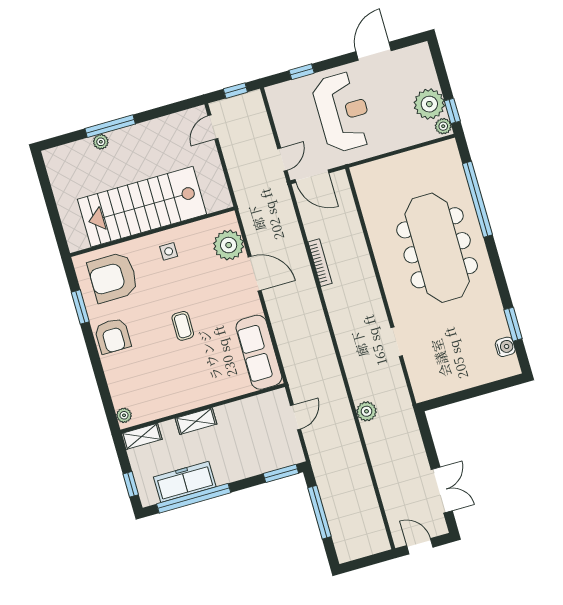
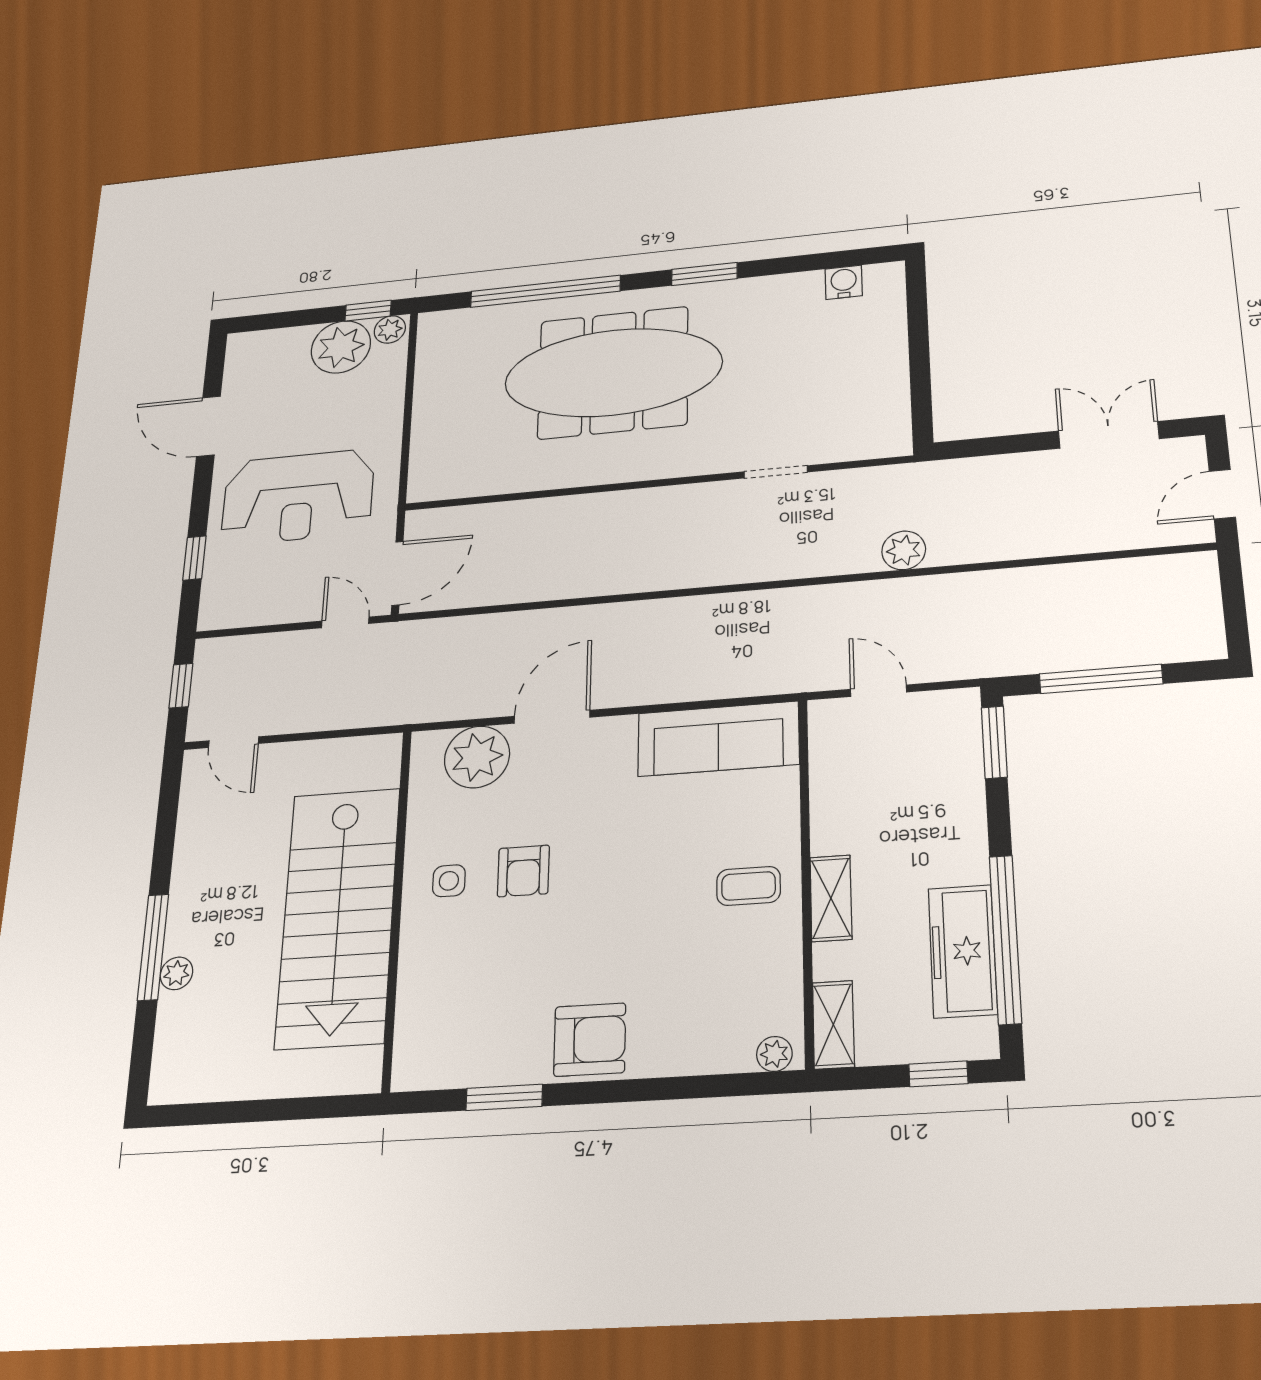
reception desk: (343, 112) -> (298, 497), turned 180
bookcase: (320, 263) -> (571, 588), removed
armchair: (113, 277) -> (523, 871), moved, width x0.53, depth x0.53
window: (513, 324) -> (704, 274), moved
coffee table: (183, 326) -> (749, 886), moved

